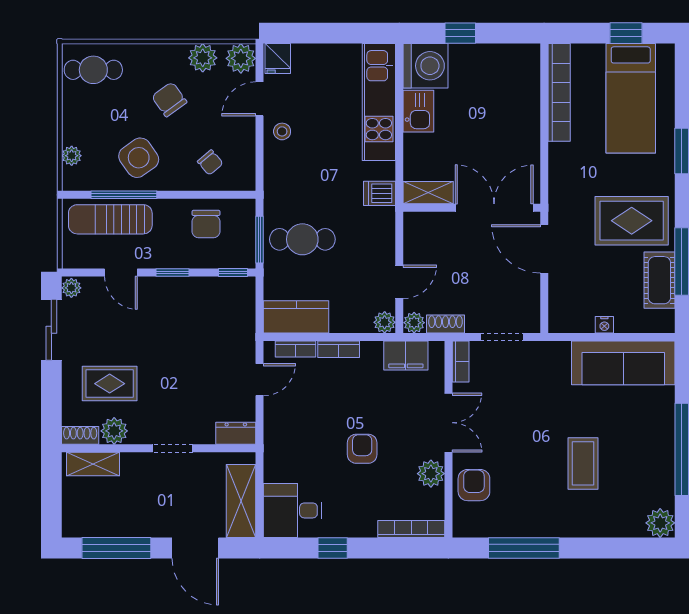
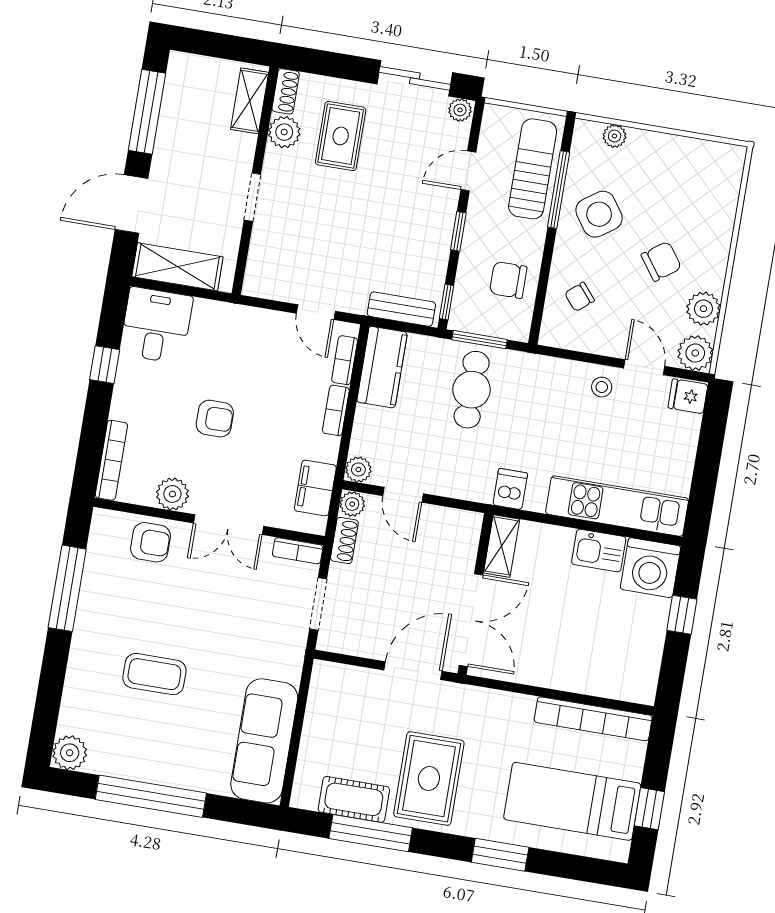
cafe table: (93, 70) -> (711, 178), removed
bench: (245, 309) -> (401, 309), added
nightstand: (604, 325) -> (312, 726), removed
dresser: (236, 433) -> (258, 274), removed

